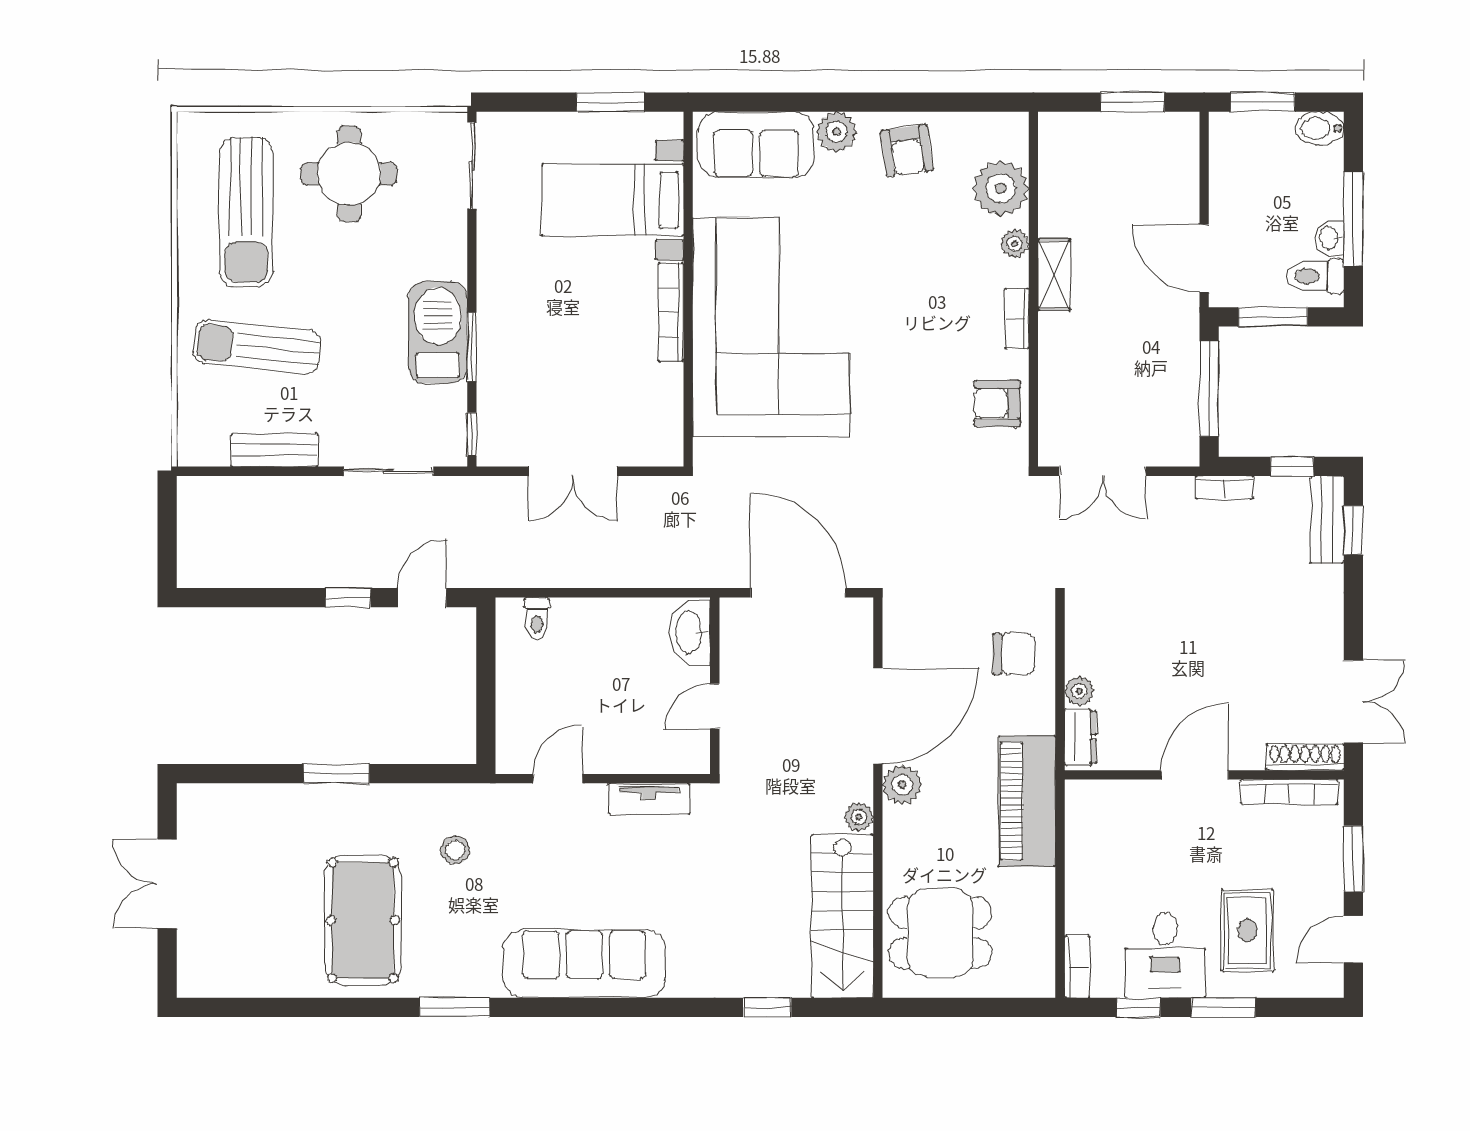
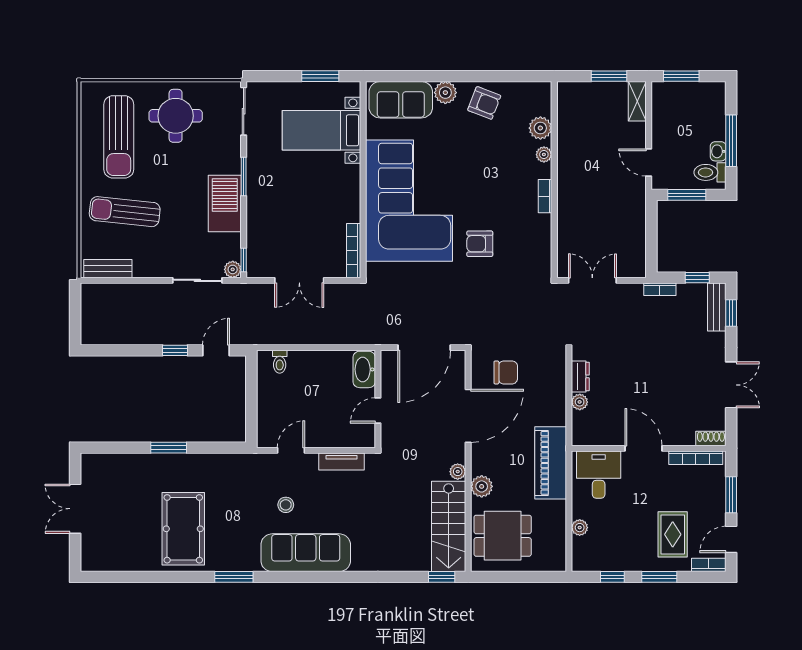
bidet: (1320, 128) -> (713, 91), removed
armchair: (907, 151) -> (484, 103), turned -61
plant: (1001, 188) -> (540, 128), width x0.73, depth x0.73
door: (1204, 258) -> (649, 163), width x0.73
shelving: (1054, 275) -> (637, 101), moved
bookcase: (671, 312) -> (354, 251), moved
window: (472, 347) -> (244, 176), moved
window: (1209, 389) -> (651, 235), removed
armchair: (997, 403) -> (480, 244), moved
bench: (275, 450) -> (108, 269), moved
plant: (452, 451) -> (233, 269), added
double door: (1102, 471) -> (592, 280), swing flipped
door: (798, 593) -> (424, 348), swing flipped
chair: (1014, 654) -> (506, 372), moved
double door: (1353, 701) -> (731, 385), moved
dresser: (1080, 737) -> (580, 376), moved
shoe rack: (1305, 757) -> (711, 438), width x0.70
door: (1195, 775) -> (644, 448), hinge flipped
plant: (902, 785) -> (482, 486), moved
stool: (455, 850) -> (286, 505), moved
plant: (1079, 918) -> (580, 528), added
desk: (1165, 955) -> (599, 475), moved, turned 180
bookcase: (1077, 967) -> (709, 565), moved, turned -90
window: (767, 1007) -> (442, 577), moved

